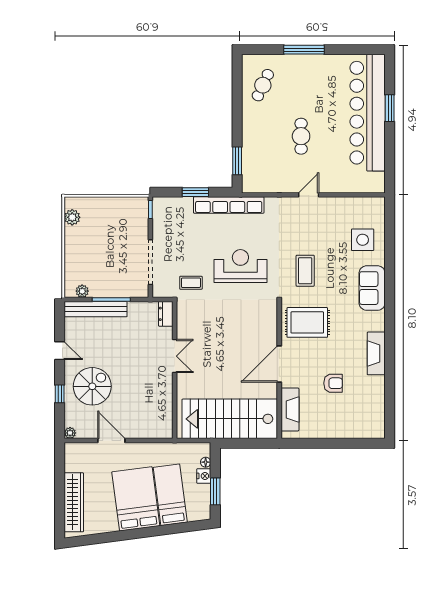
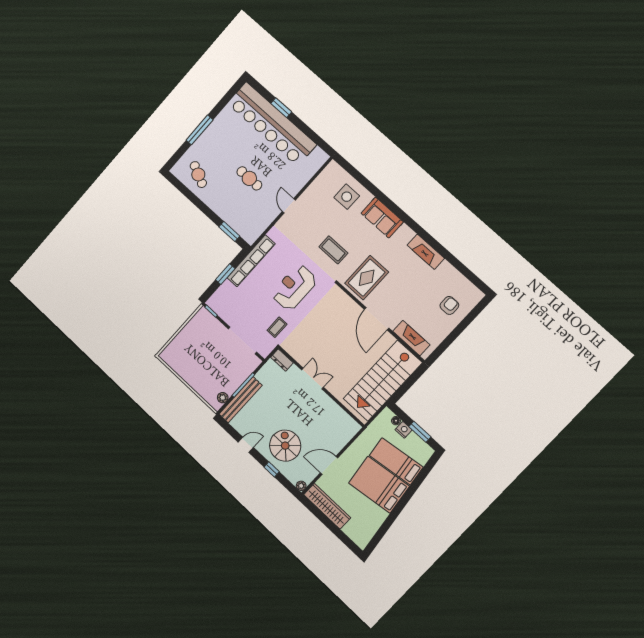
plant: (72, 217) -> (174, 362), removed
armchair: (333, 383) -> (449, 305), moved
wardrobe: (74, 502) -> (327, 506), moved

